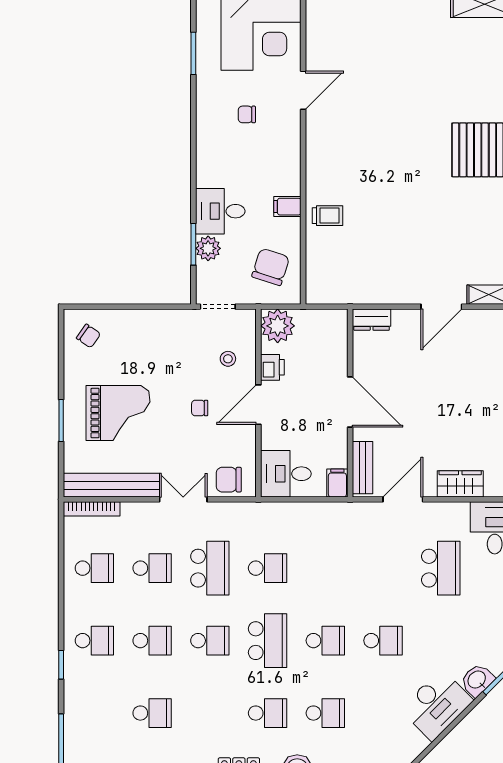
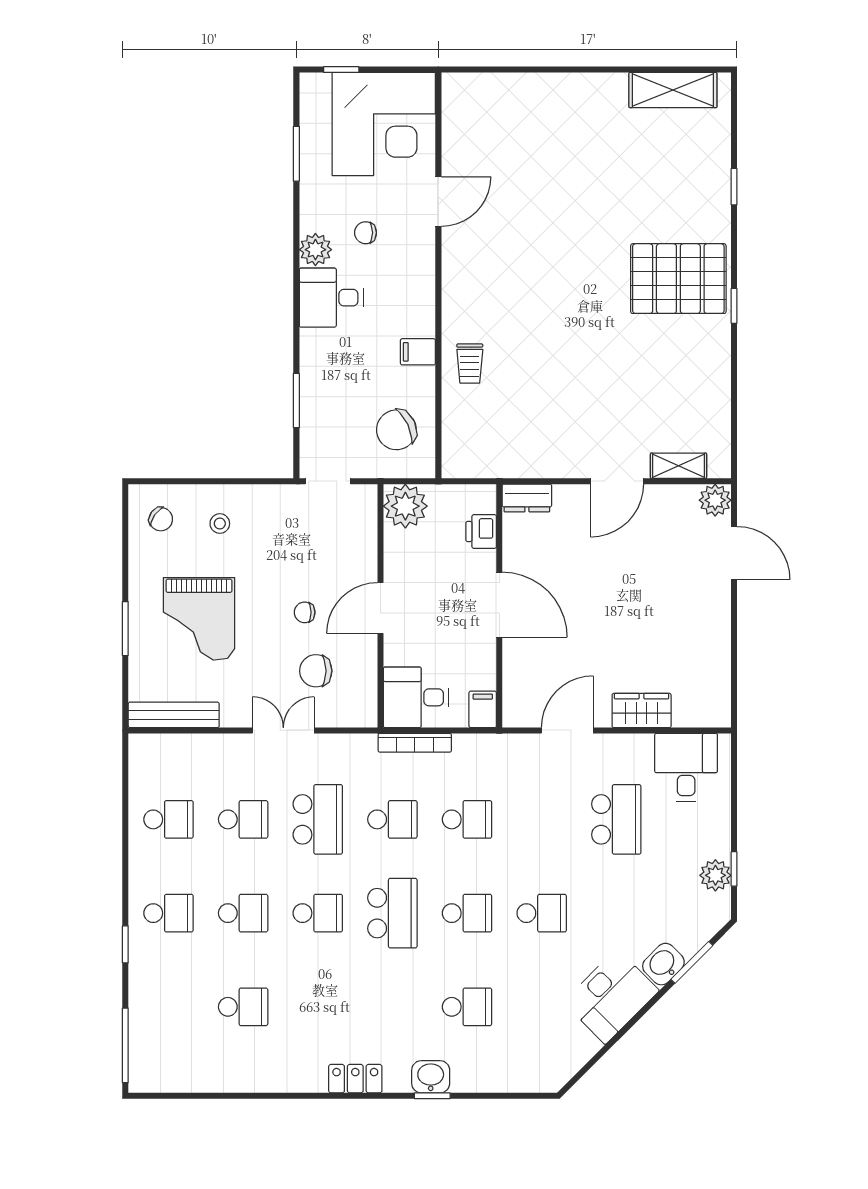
desk: (220, 211) -> (331, 298), moved
trolley: (327, 216) -> (470, 364), turned 90
plant: (208, 248) -> (315, 250), moved
chair: (271, 267) -> (396, 430), turned -133
stool: (228, 359) -> (220, 524), moved
printer: (272, 367) -> (481, 532), moved, turned 180
grand piano: (118, 413) -> (199, 619), turned 90
bench: (362, 468) -> (515, 689), removed
chair: (229, 480) -> (316, 671), moved
bench: (111, 485) -> (174, 715), width x0.73, depth x0.82
bookcase: (92, 509) -> (415, 743), moved
school desk: (268, 713) -> (467, 819), moved

